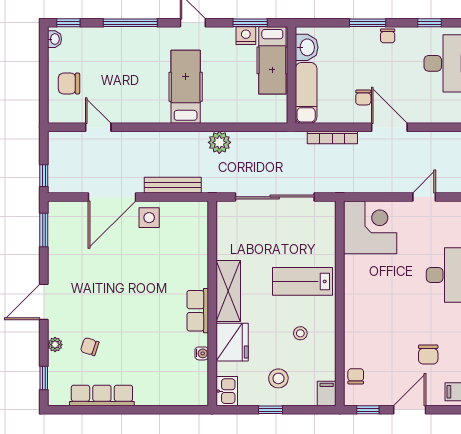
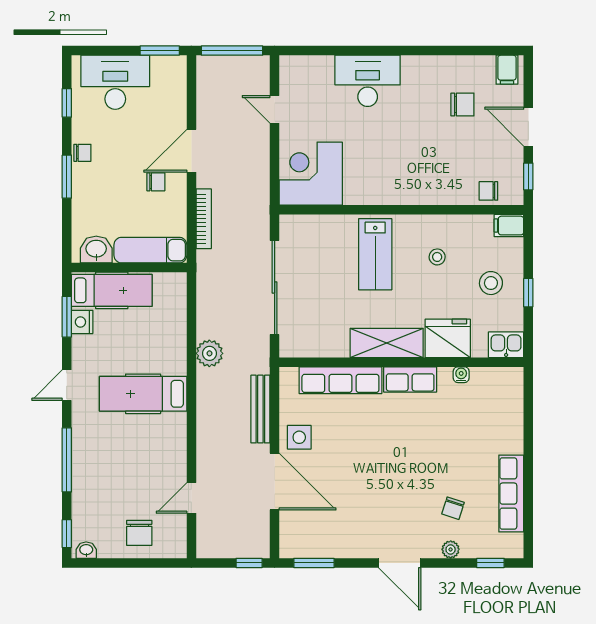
row of seats: (197, 252) -> (340, 380), added

